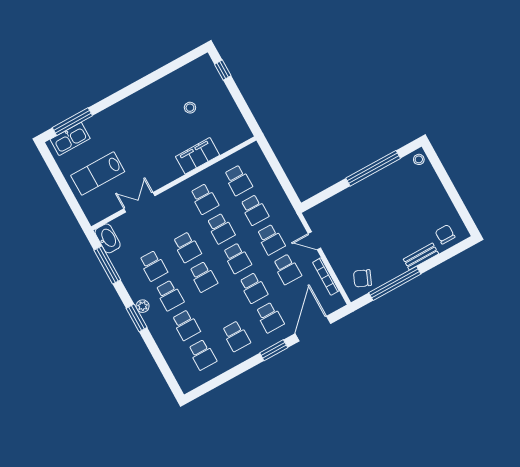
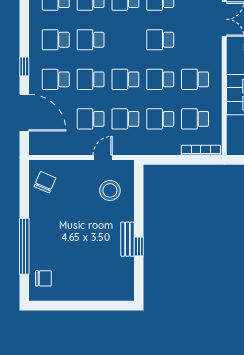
stool: (419, 159) -> (110, 190), moved, width x1.89, depth x1.89
window: (373, 168) -> (139, 246), width x0.32
bench: (421, 256) -> (127, 239), moved
school desk: (203, 277) -> (91, 40), moved
bookcase: (326, 277) -> (201, 150), moved
window: (395, 283) -> (24, 246), moved
window: (274, 350) -> (24, 67), width x0.67

